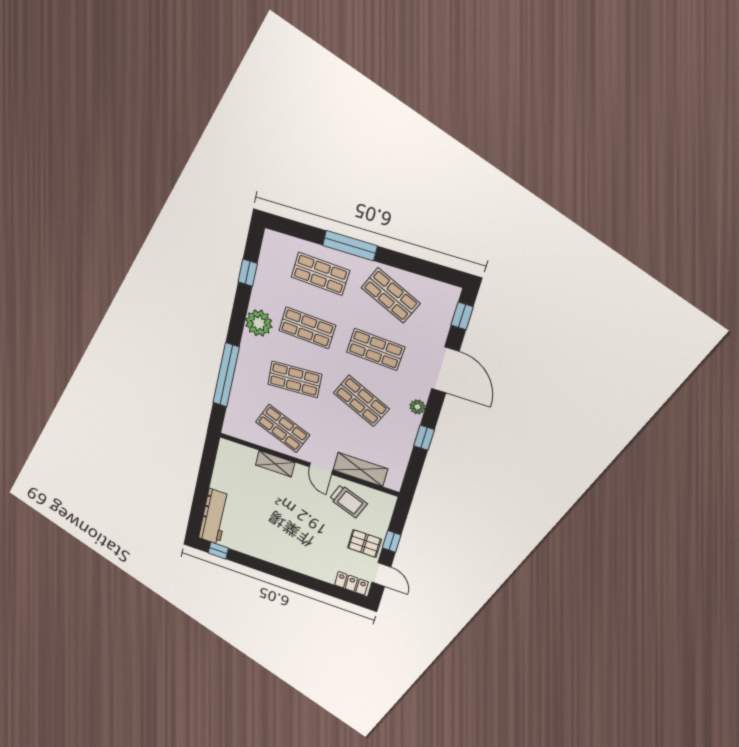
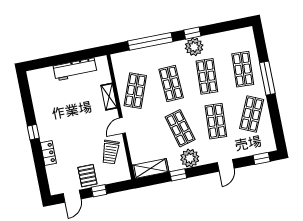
window: (248, 273) -> (192, 33), moved
door: (445, 370) -> (226, 165), width x0.53
shop shelf: (361, 401) -> (180, 128), turned -39
plant: (417, 407) -> (190, 158), width x1.87, depth x1.87
shelving: (360, 469) -> (151, 168), moved, turned 90
workbench: (214, 517) -> (75, 69), moved
window: (218, 550) -> (33, 132), moved
locker: (351, 583) -> (48, 153), moved

